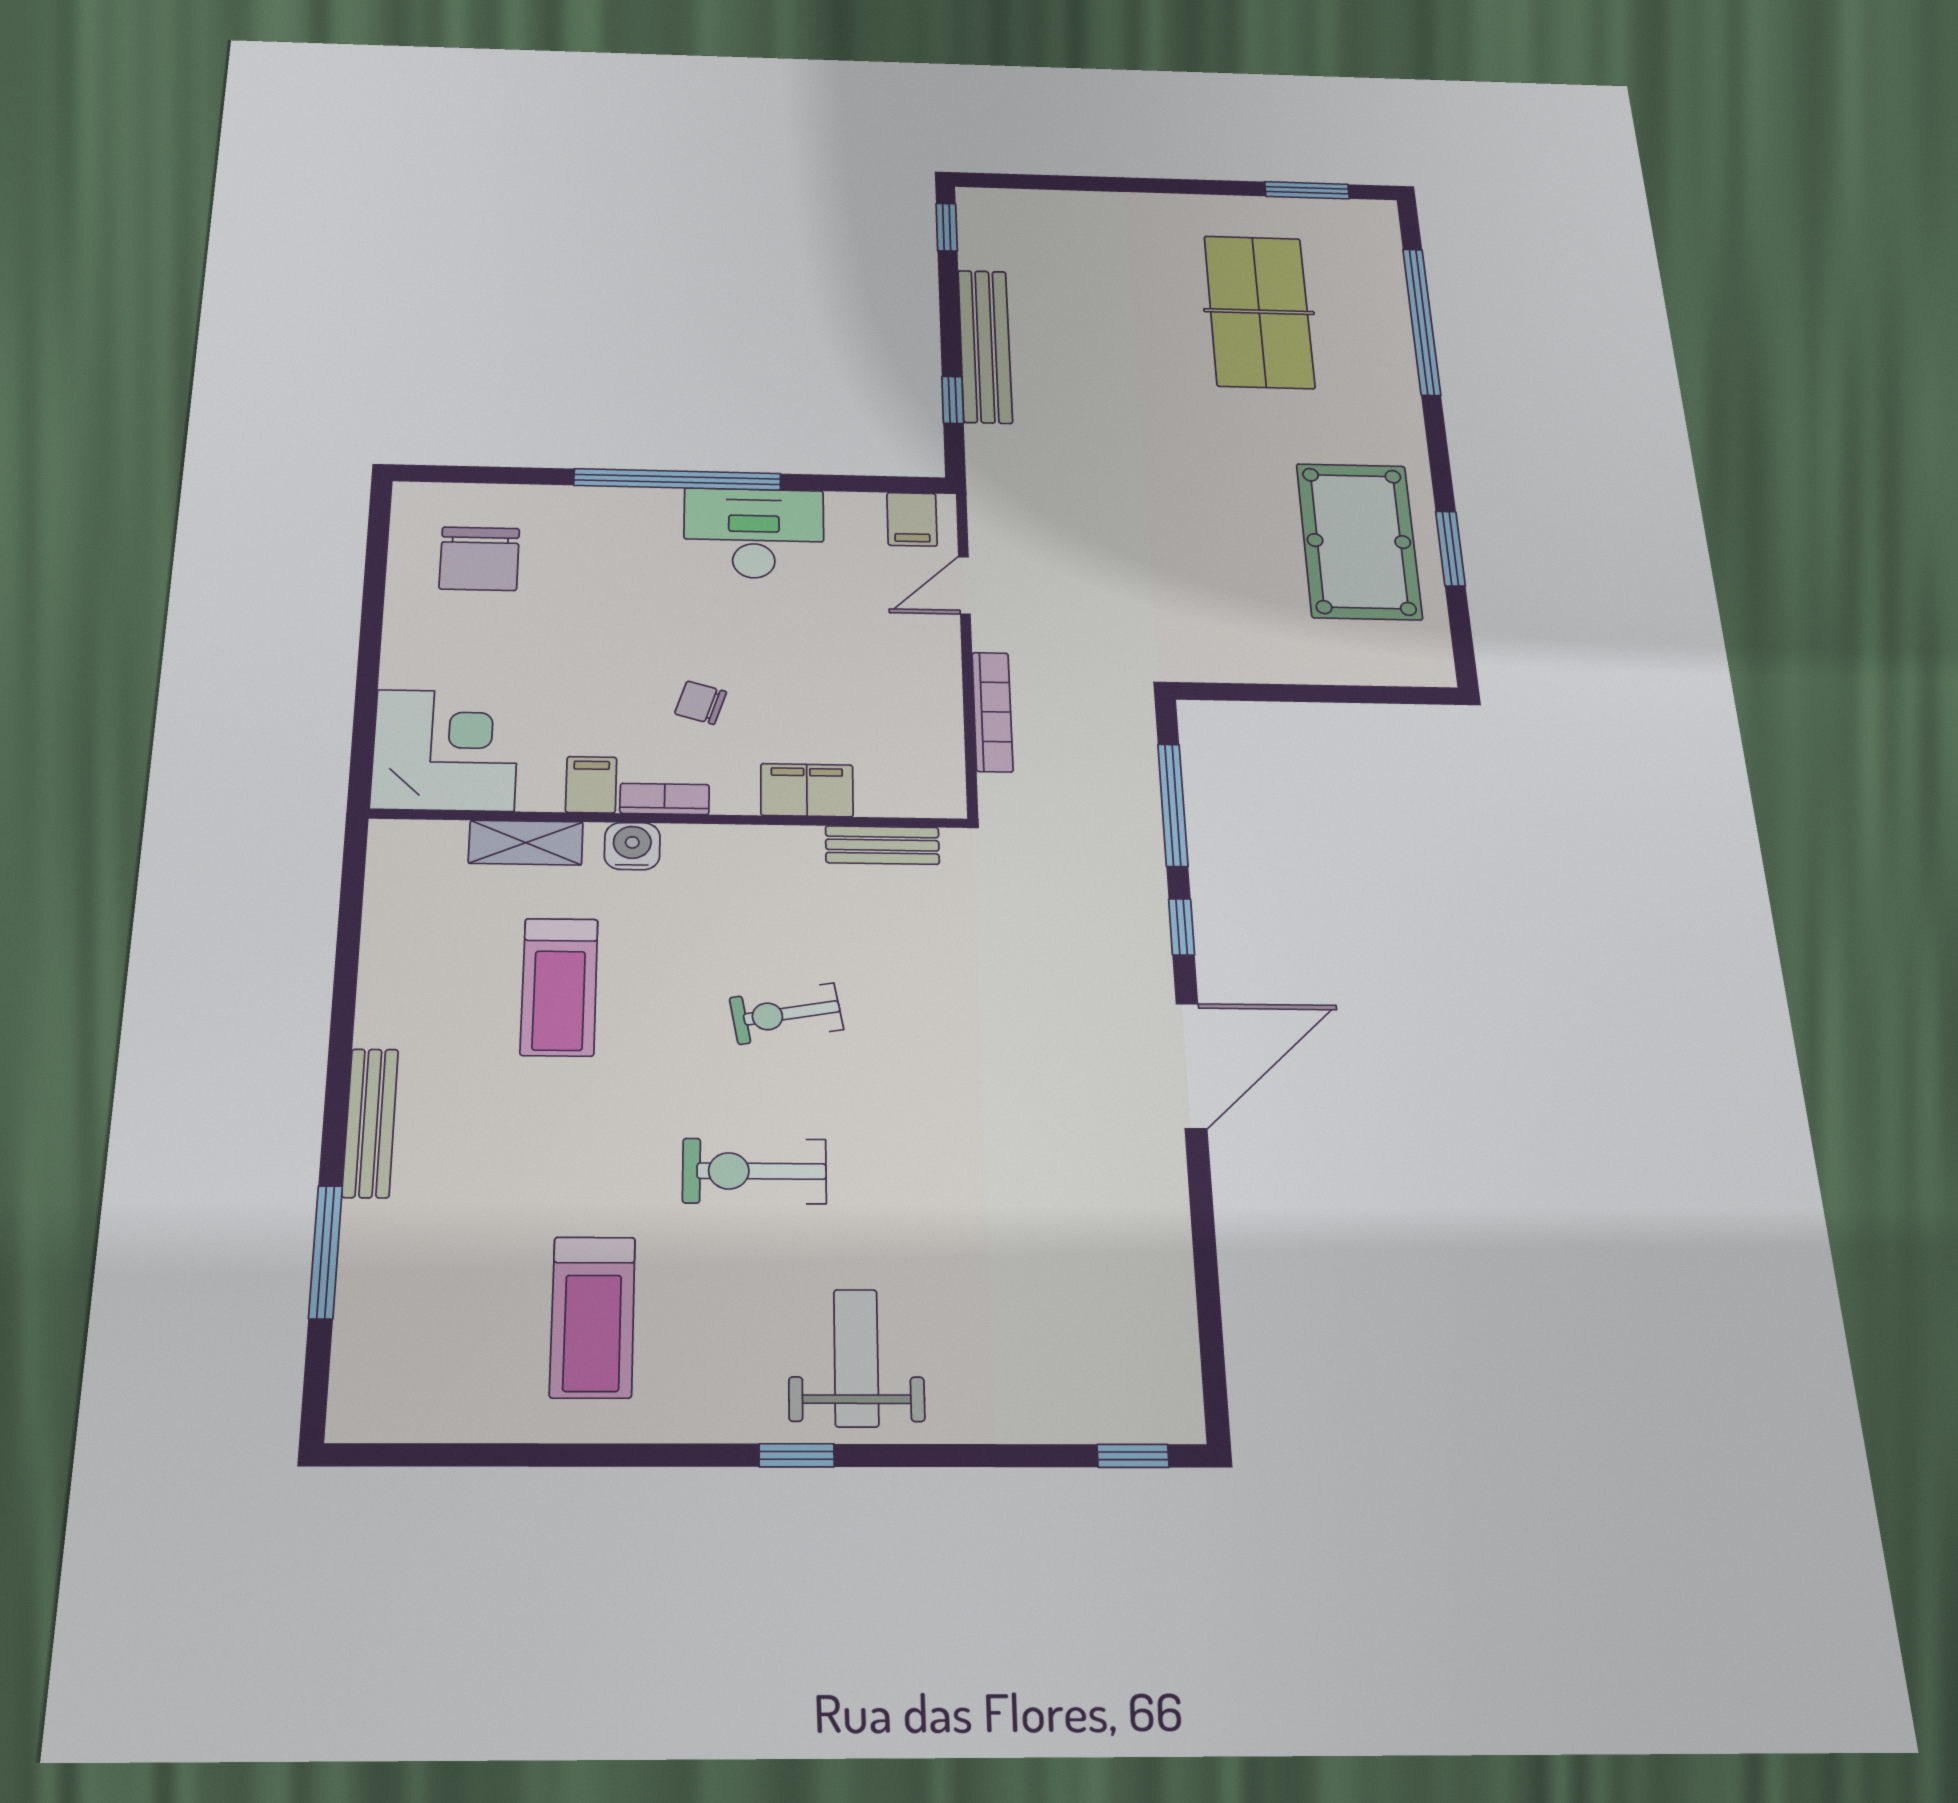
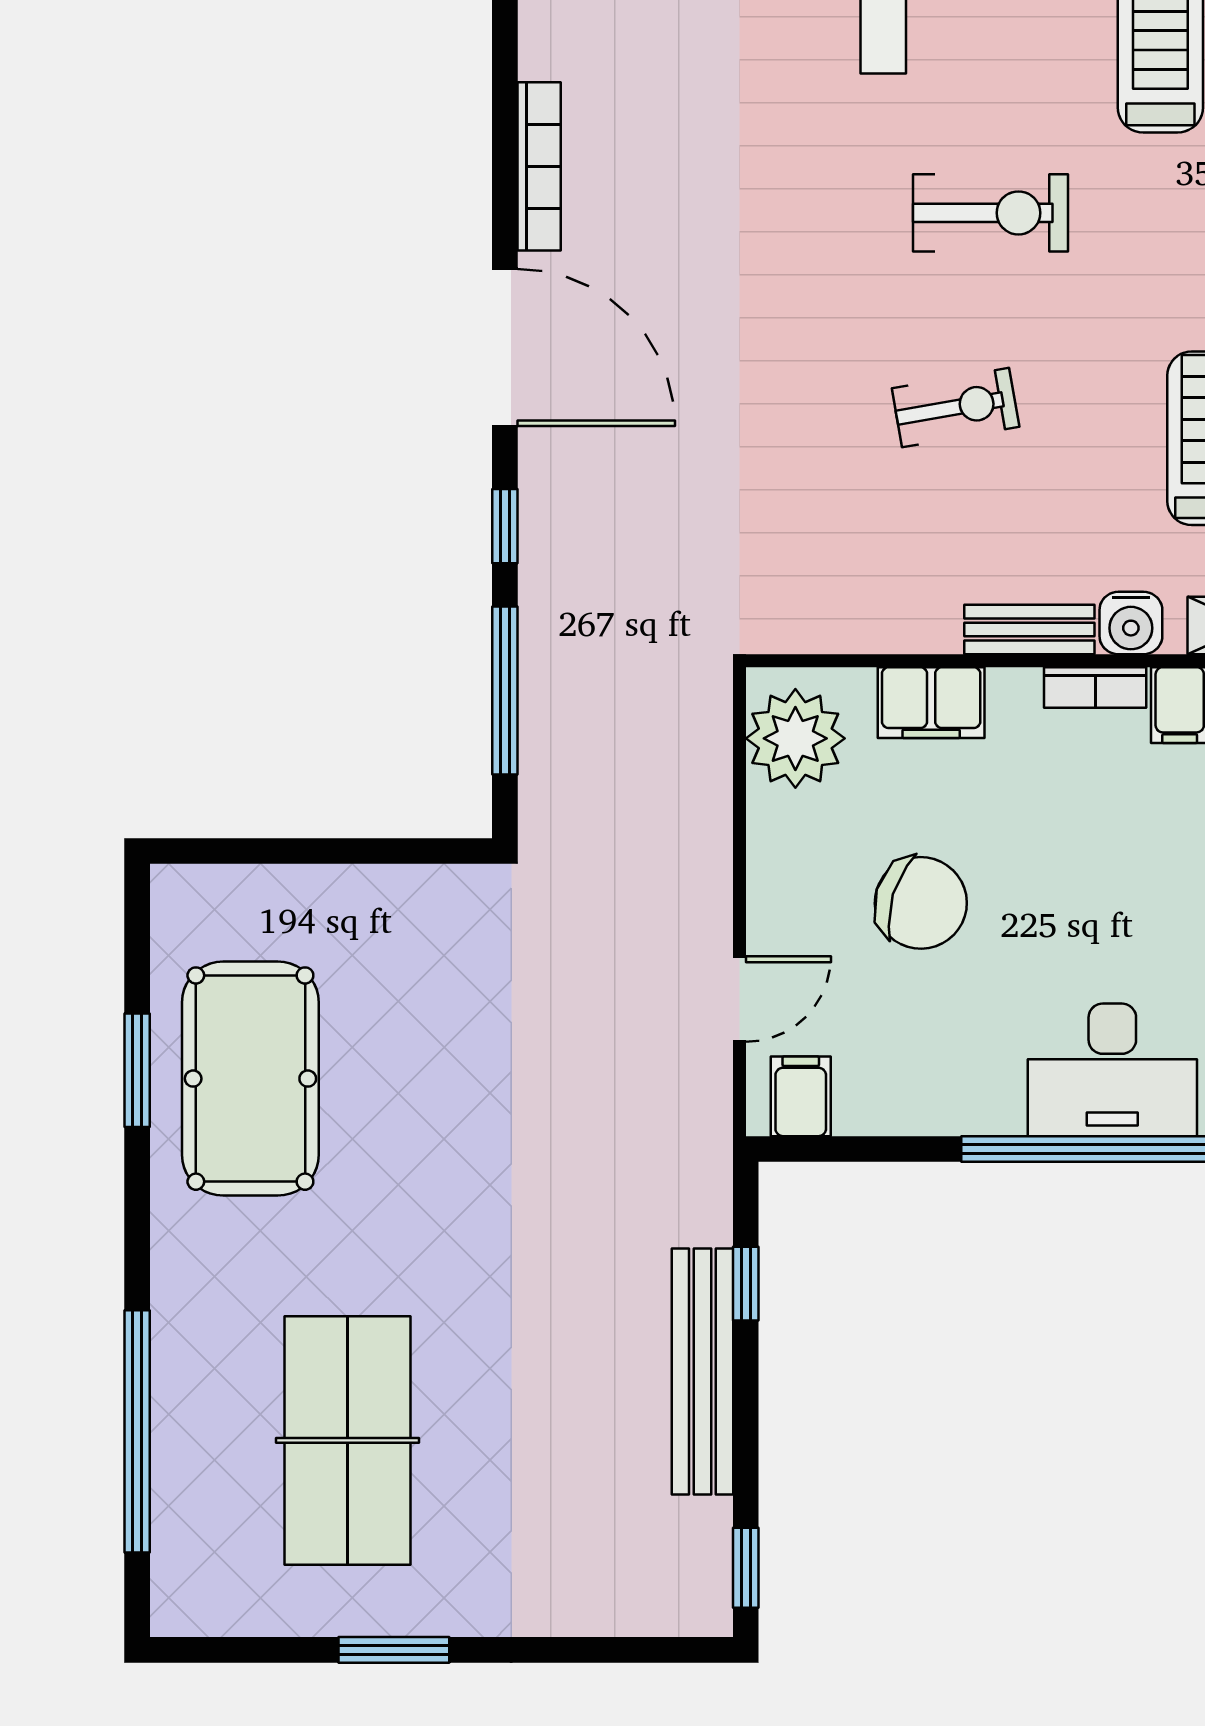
window: (1307, 190) -> (394, 1650), moved
desk: (754, 533) -> (1112, 1070), moved
chair: (701, 703) -> (921, 903), moved, width x1.87, depth x1.87
bookcase: (993, 712) -> (539, 166), moved, turned 180
plant: (923, 766) -> (795, 738), added
bench: (882, 845) -> (1029, 630), moved
door: (1191, 1066) -> (505, 348), swing flipped

